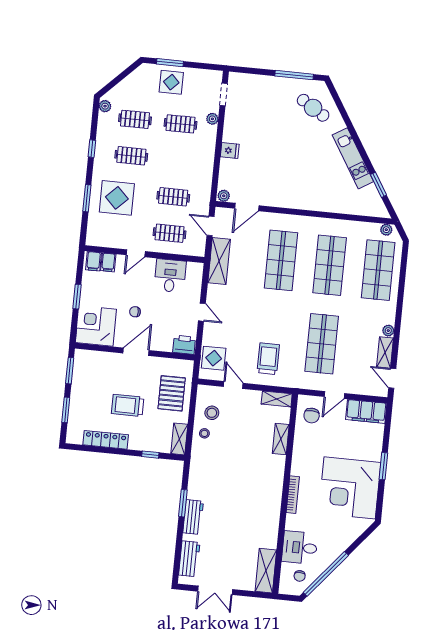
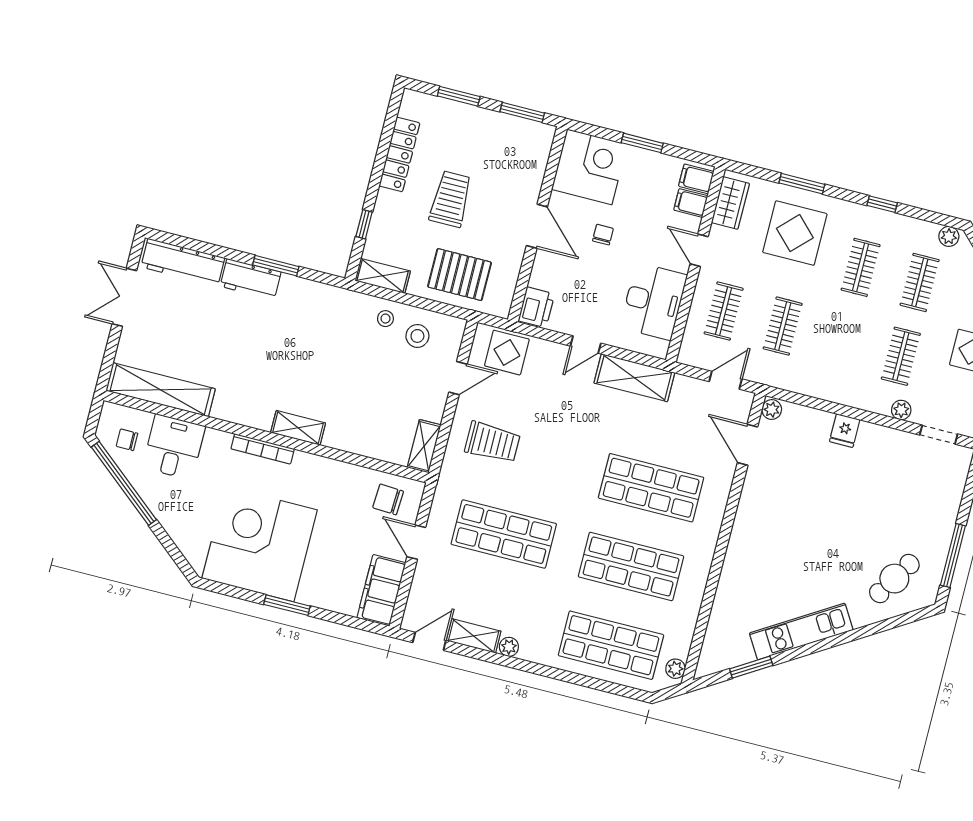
wardrobe: (105, 239) -> (730, 203), added
shelving: (219, 261) -> (634, 378), moved
desk: (170, 276) -> (654, 301), width x1.37
shelving: (281, 439) -> (298, 428), moved
workbench: (189, 559) -> (183, 262), width x1.38
shelving: (266, 571) -> (160, 390), width x1.47

